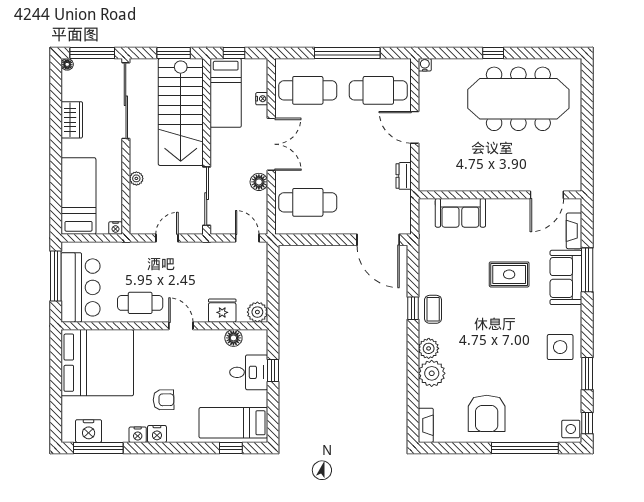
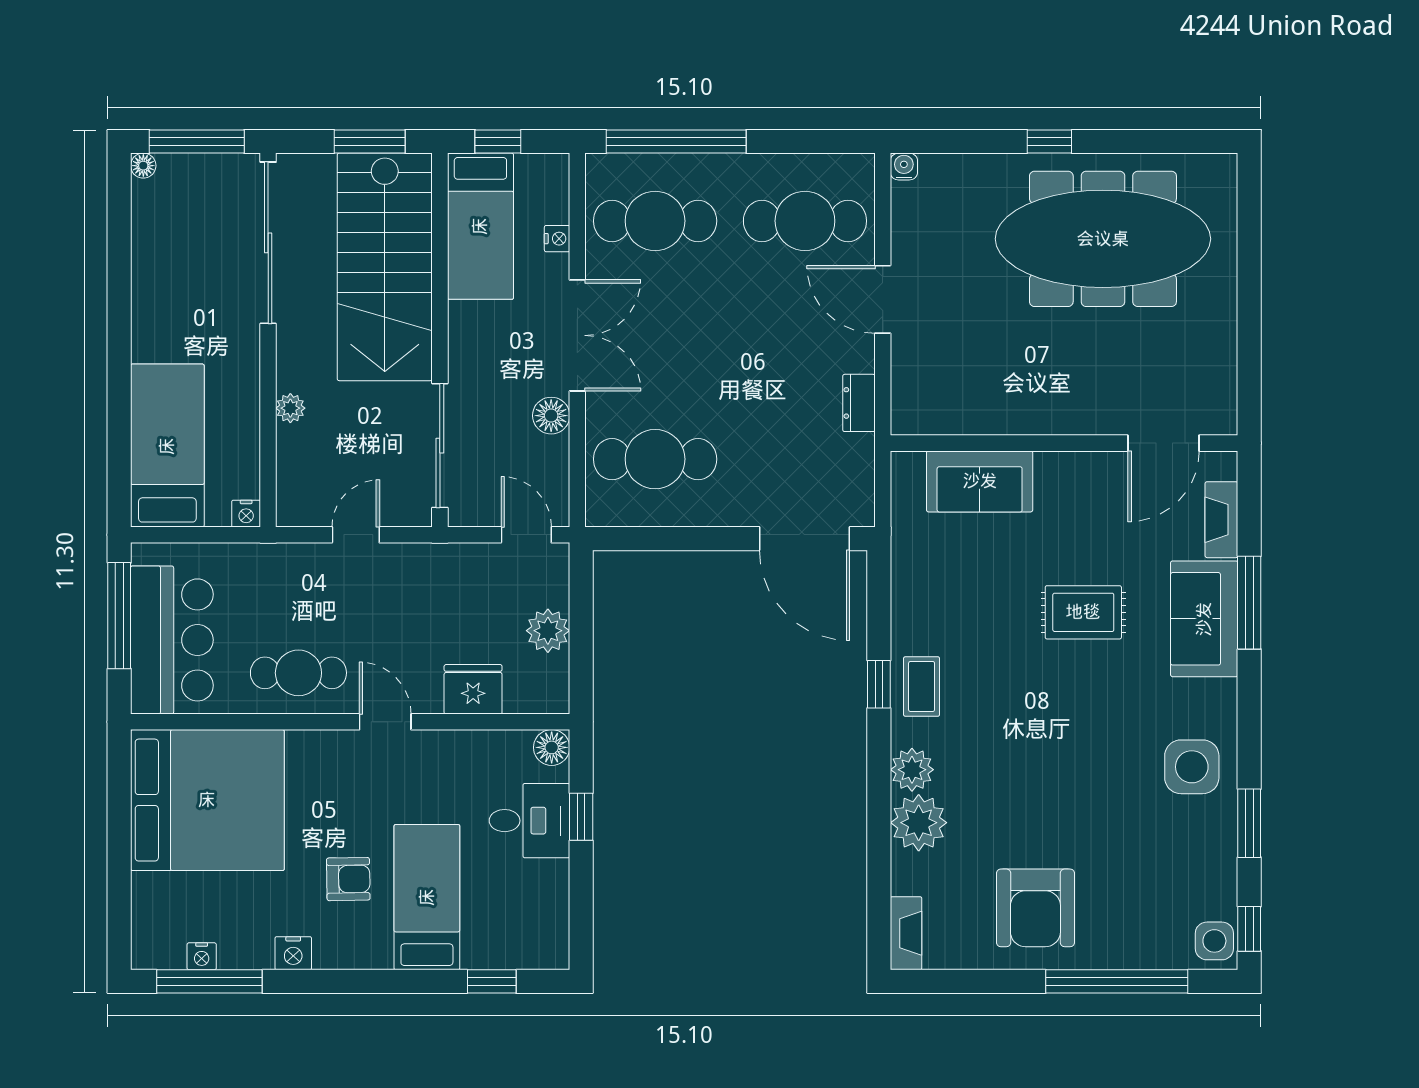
window: (347, 53) -> (676, 142), moved
wardrobe: (72, 120) -> (153, 283), removed
plant: (257, 312) -> (548, 631), moved
floor lamp: (233, 338) -> (552, 747), moved
bed: (233, 423) -> (427, 897), moved, turned 90
nightstand: (89, 431) -> (202, 956), width x0.53, depth x0.56
nightstand: (157, 434) -> (334, 952), removed

